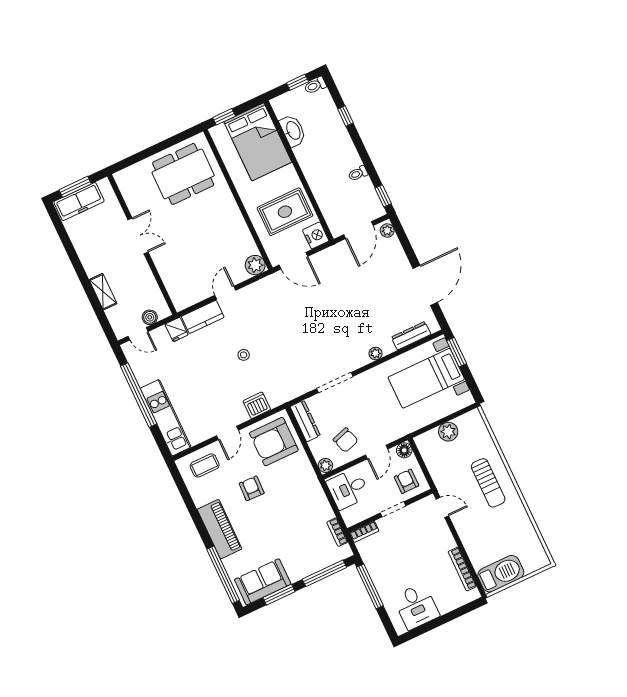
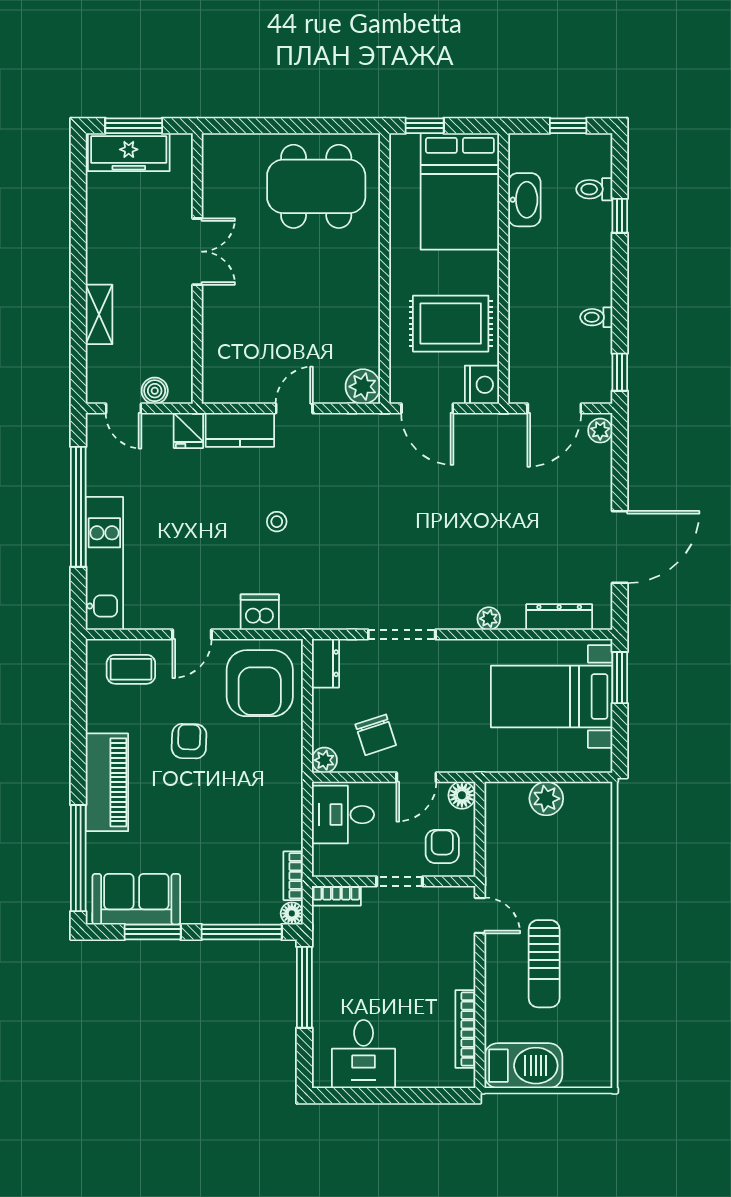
toilet: (315, 85) -> (594, 189), moved
dresser: (305, 421) -> (325, 663), width x0.70
armchair: (274, 442) -> (260, 683), turned -90
sun lounger: (488, 483) -> (544, 964), moved
floor lamp: (346, 552) -> (292, 913), added

